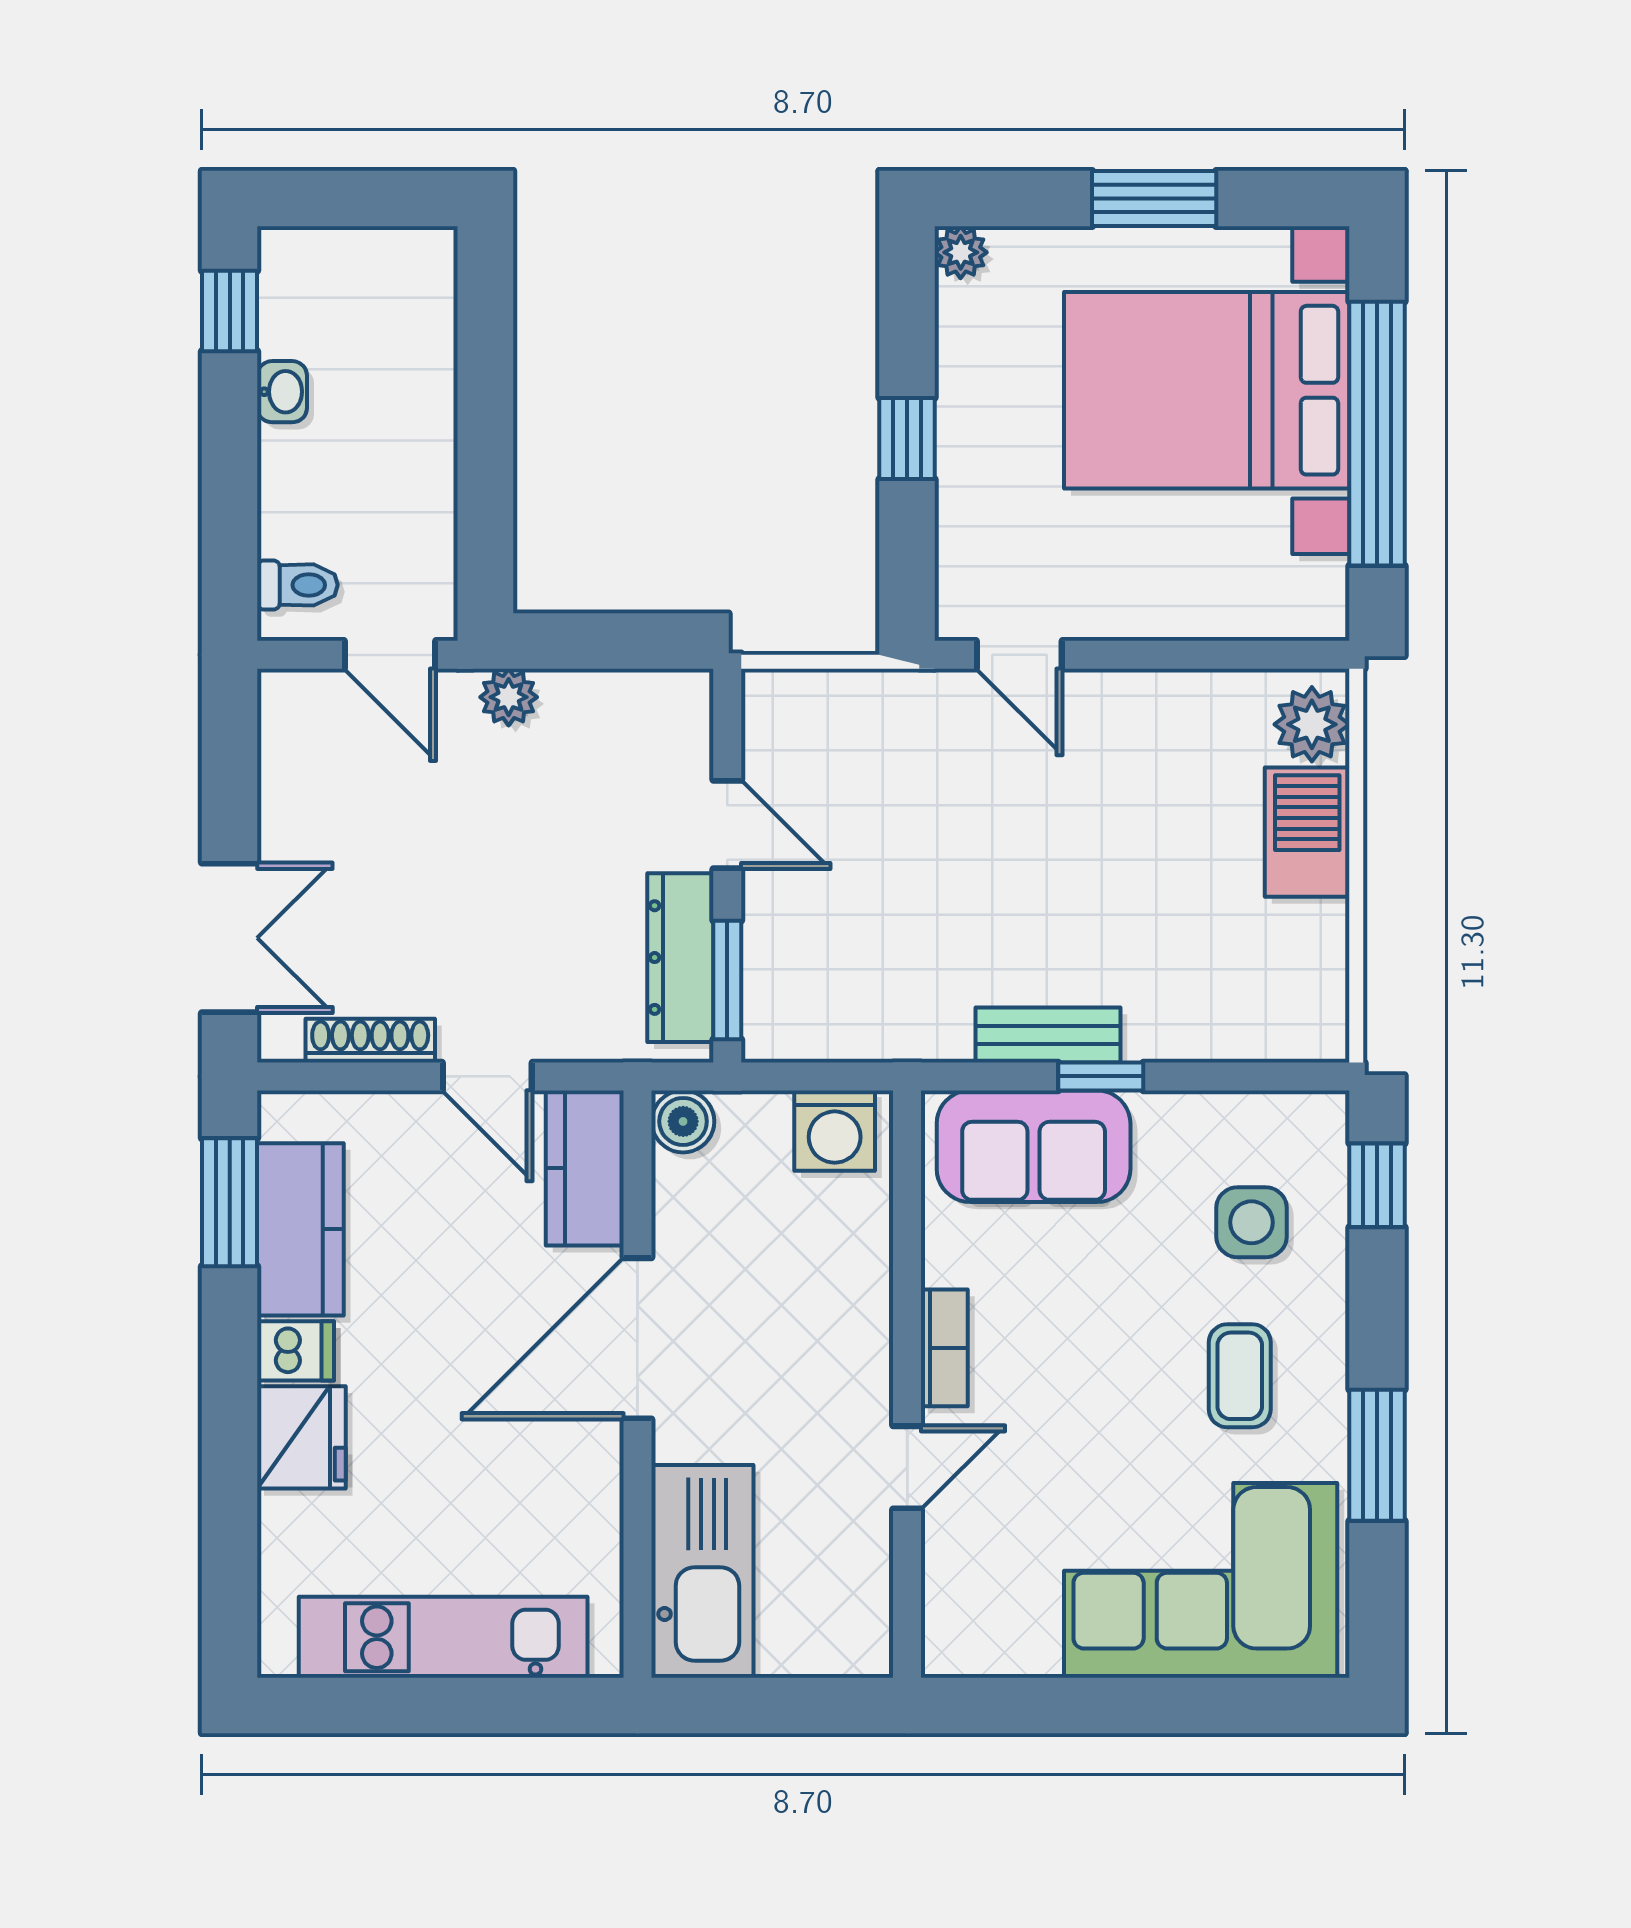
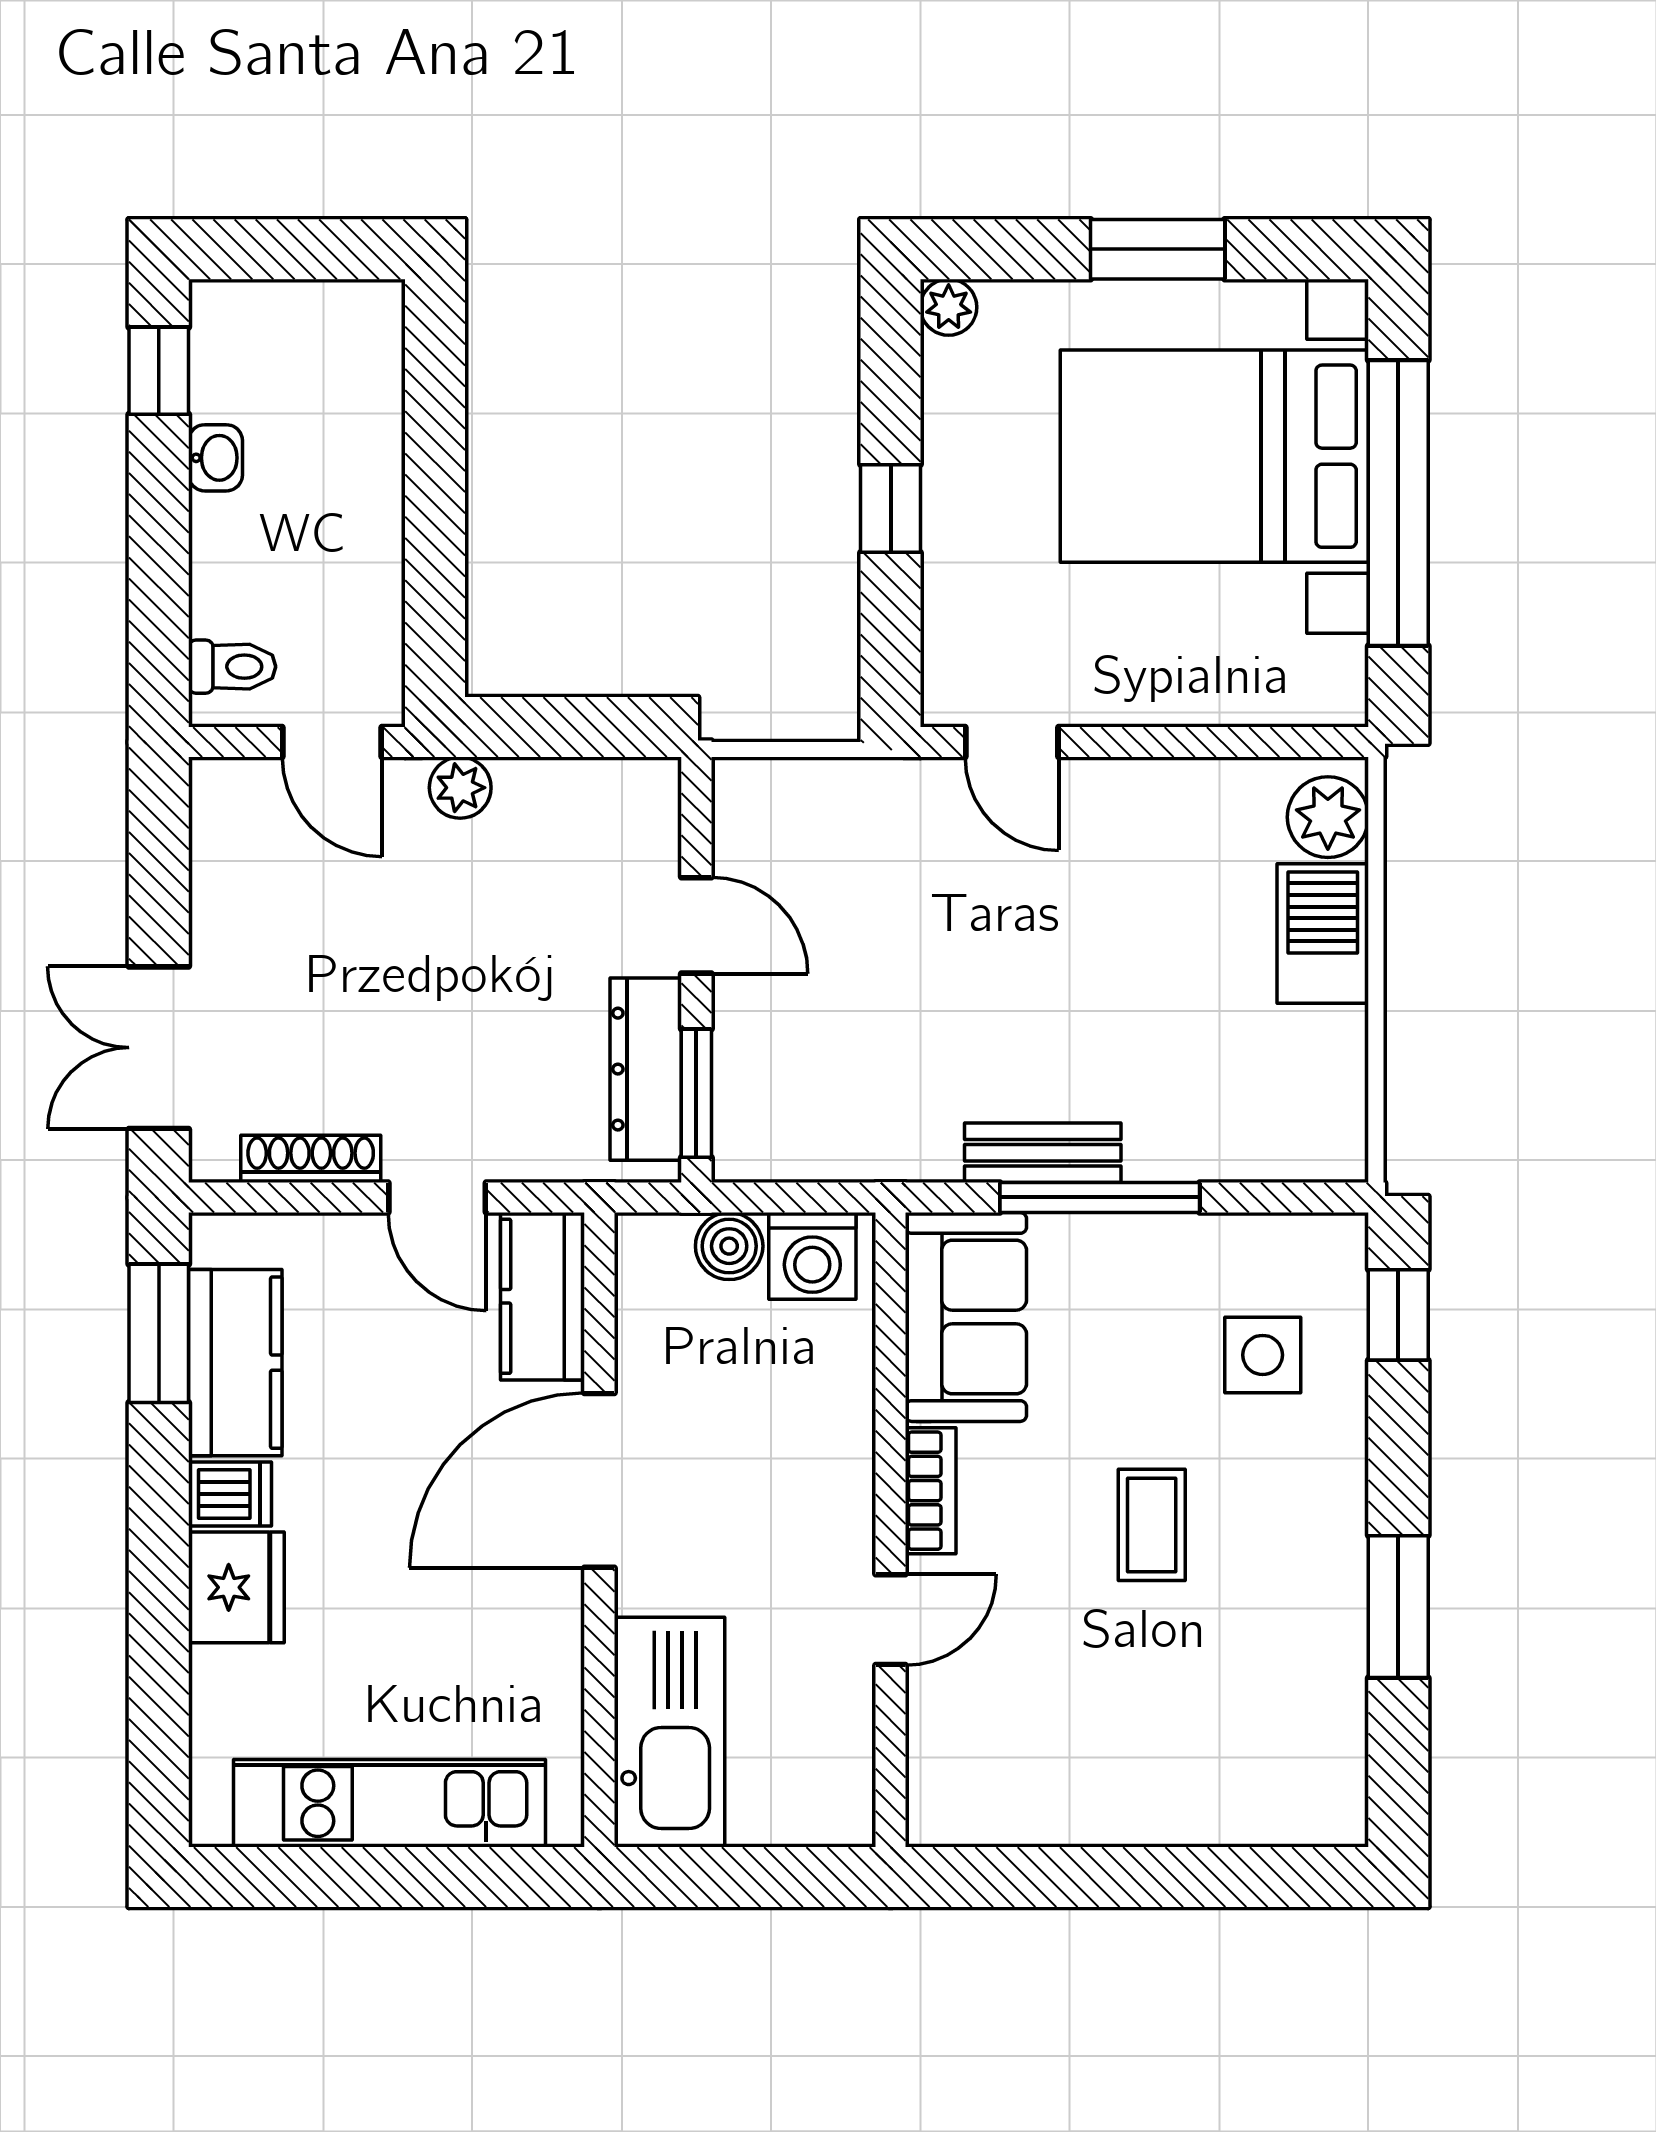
double door: (230, 938) -> (159, 1048), swing flipped
window: (1101, 1076) -> (1100, 1197), width x2.17
boiler: (683, 1121) -> (729, 1246), moved
sofa: (1034, 1146) -> (966, 1317), moved, turned -90
coffee table: (1240, 1376) -> (1152, 1525), moved
corner sofa: (1201, 1580) -> (1208, 1742), removed

